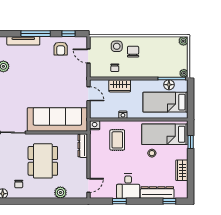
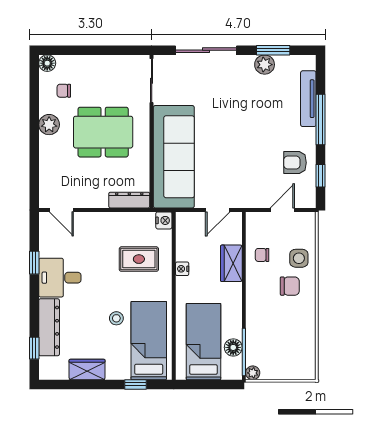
plant: (183, 41) -> (308, 372), removed
plant: (60, 193) -> (49, 125), moved

